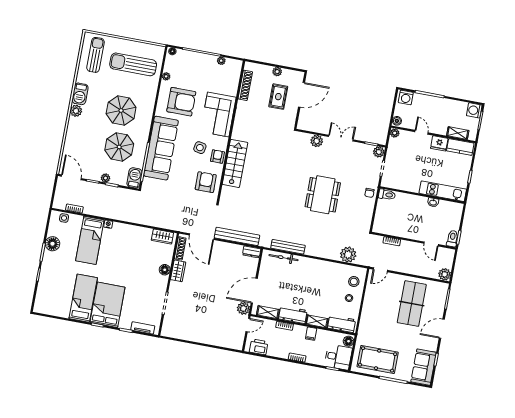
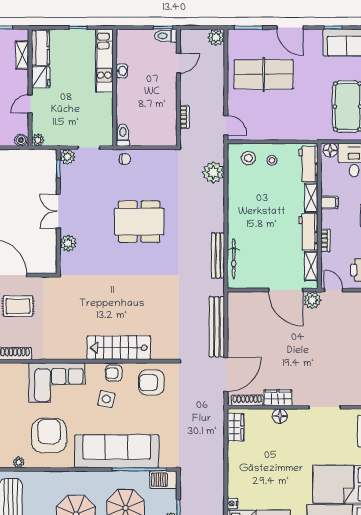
dresser: (252, 252) -> (234, 303), removed

